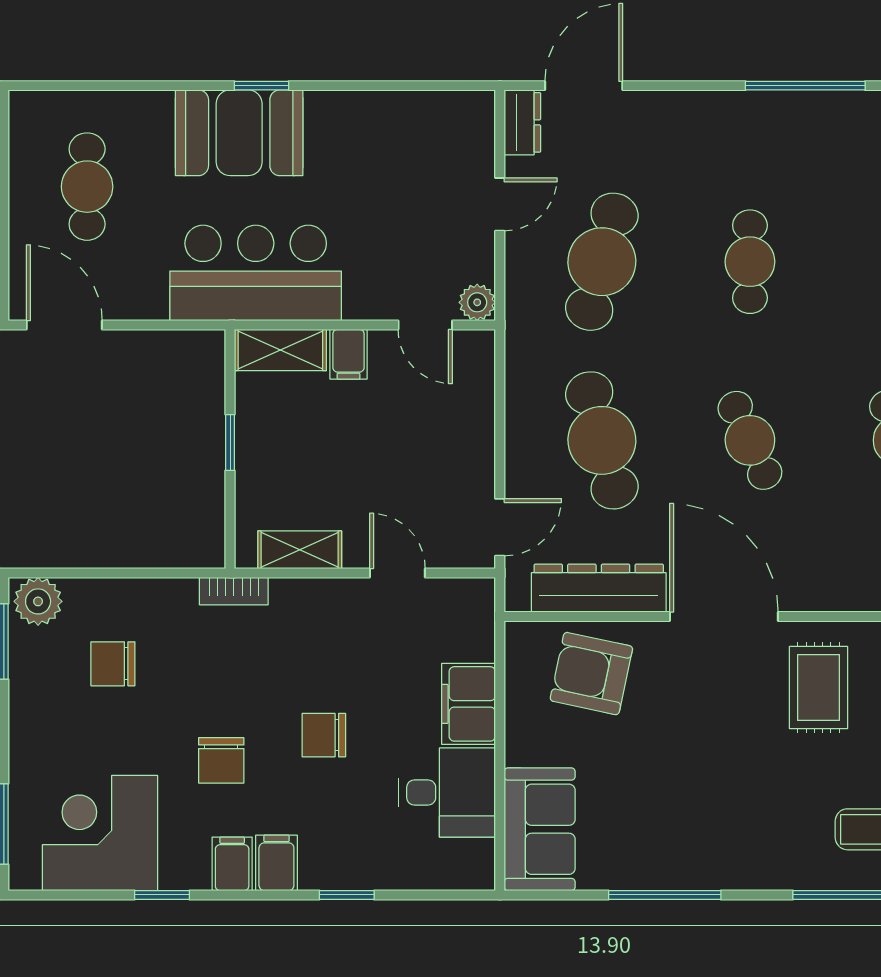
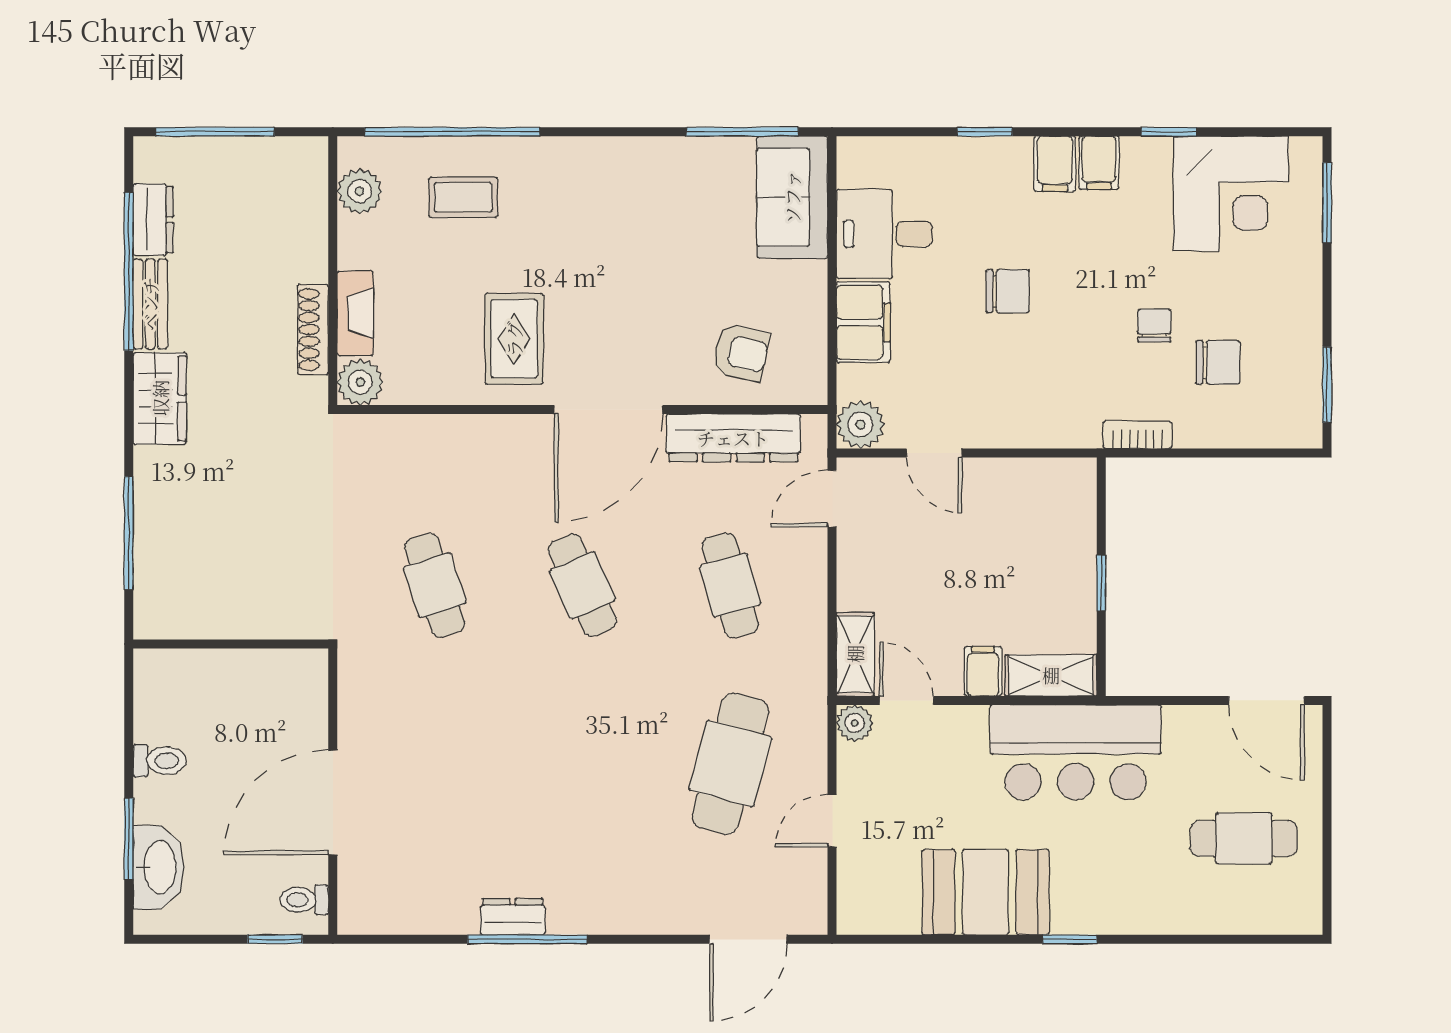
dresser: (522, 122) -> (513, 917), moved, turned 90
booth: (239, 133) -> (986, 892), moved
cafe table: (87, 187) -> (1244, 838), turned 90
cafe table: (750, 262) -> (582, 764), removed
cafe table: (602, 440) -> (730, 585), width x0.73, depth x0.74
shelving: (300, 550) -> (855, 654), moved, turned 90
bookcase: (234, 591) -> (1137, 435), moved
plant: (38, 601) -> (860, 425), moved
door: (724, 616) -> (608, 410), hinge flipped
armchair: (591, 674) -> (741, 353), width x0.72, depth x0.72
chair: (221, 760) -> (1154, 326), moved, width x0.73, depth x0.73
window: (665, 895) -> (742, 132), moved

